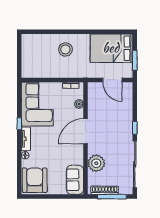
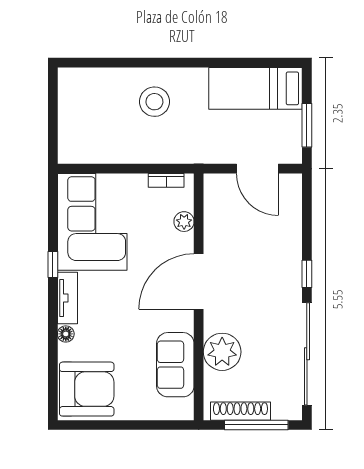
bed: (111, 48) -> (256, 88), width x0.67
armchair: (35, 180) -> (87, 389), turned 90
sofa: (75, 180) -> (175, 365), moved

